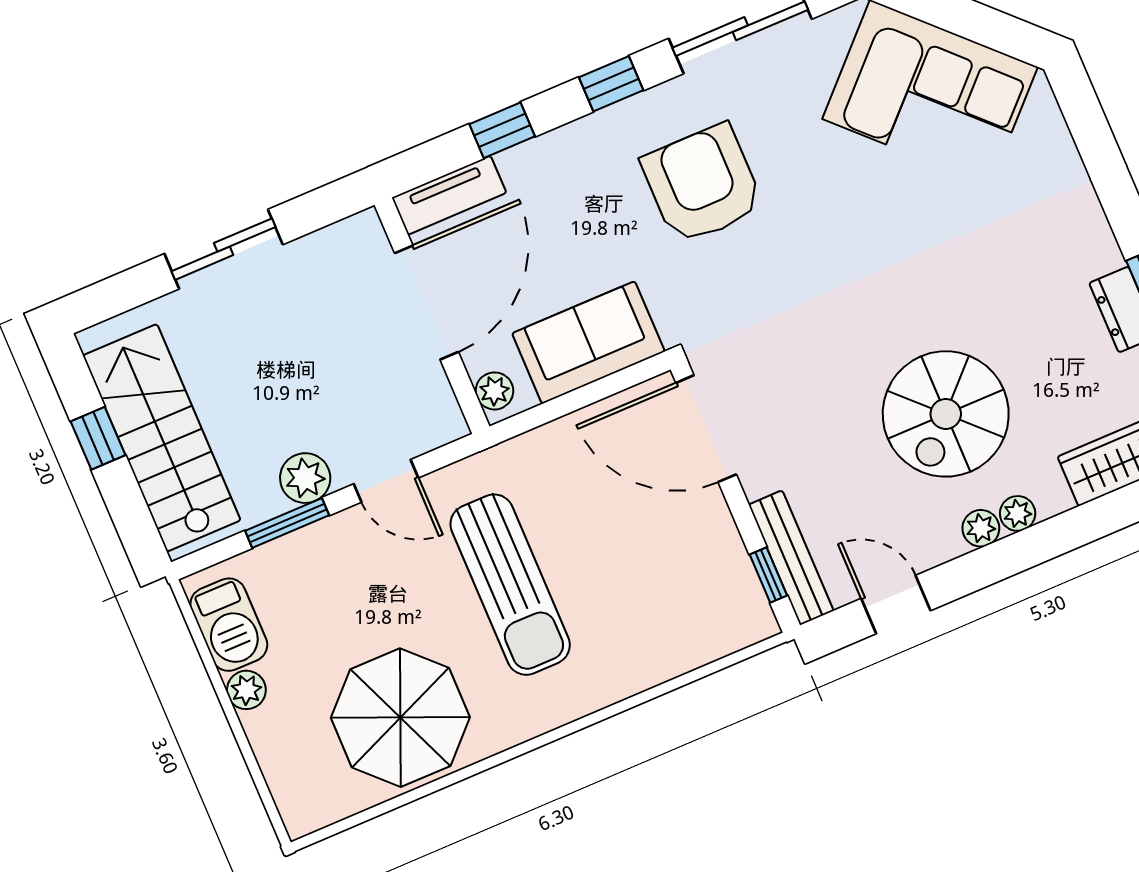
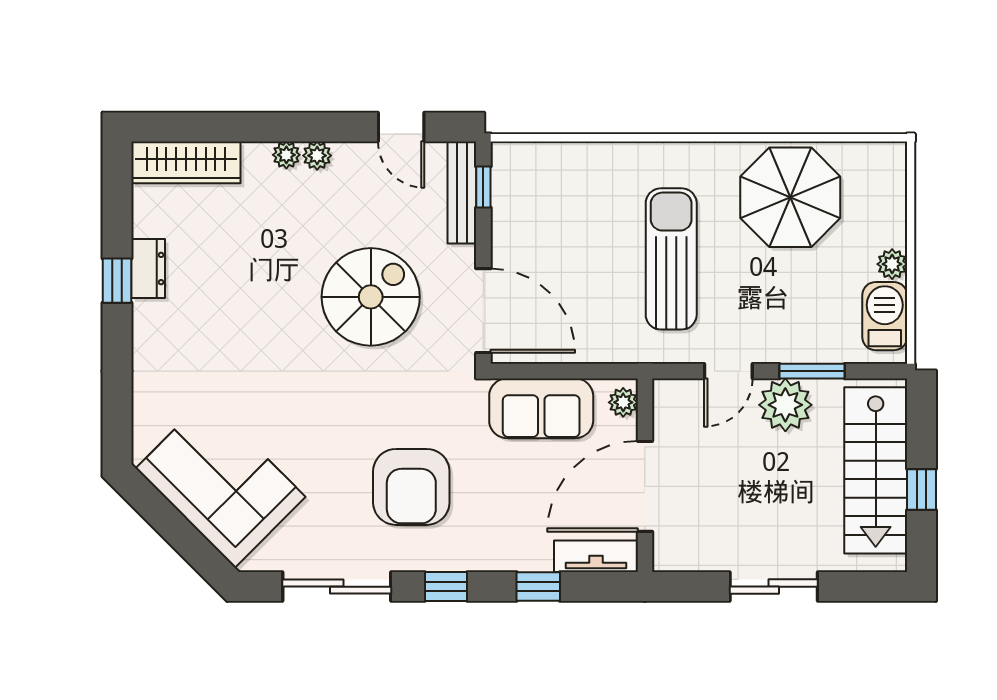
spiral stairs: (946, 414) -> (371, 297), moved
plant: (305, 478) -> (785, 405), width x1.36, depth x1.36
door: (386, 481) -> (728, 371), swing flipped

